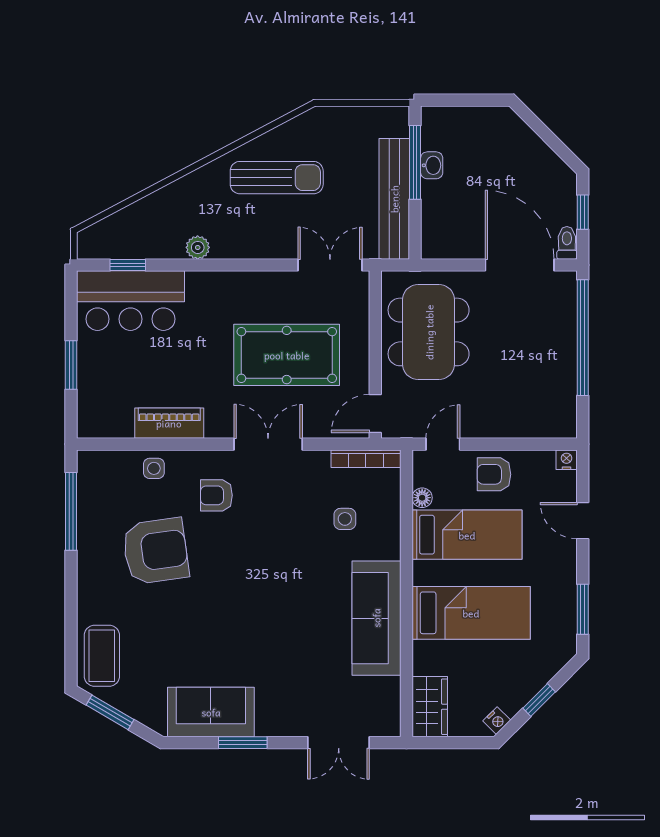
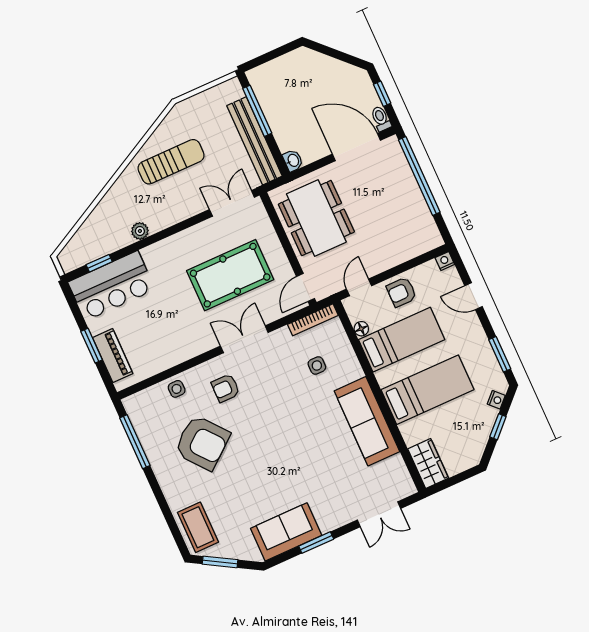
washbasin: (432, 165) -> (293, 161), moved
piano: (169, 423) -> (113, 356), moved, turned 90
armchair: (156, 551) -> (202, 443), turned 59
nightstand: (497, 721) -> (496, 400), moved

